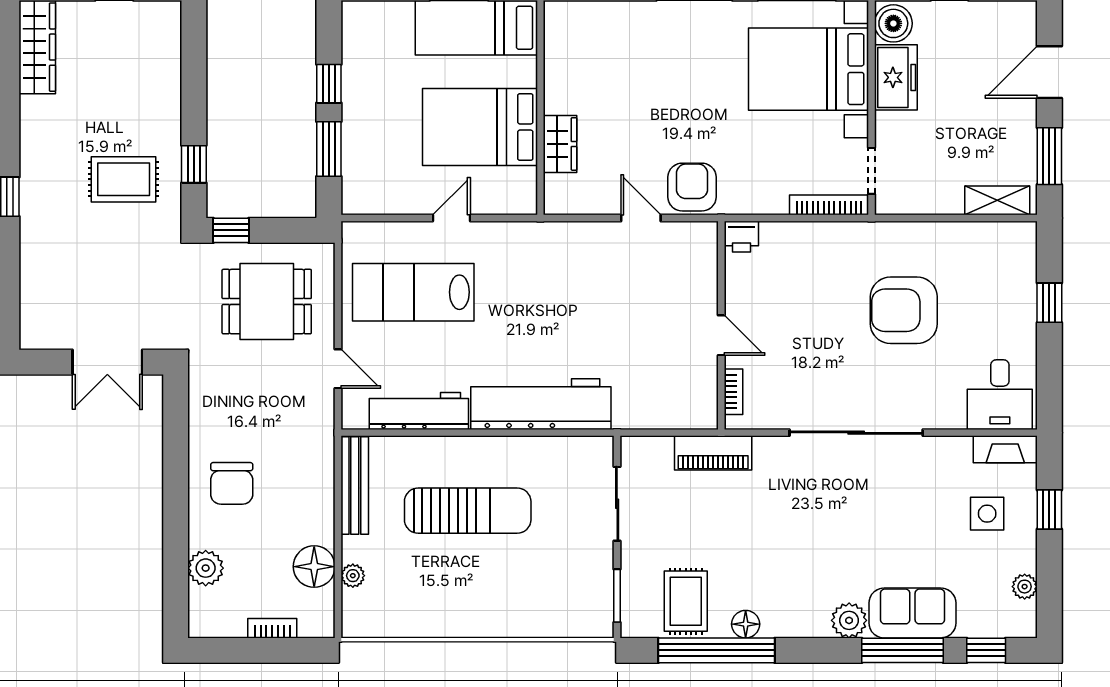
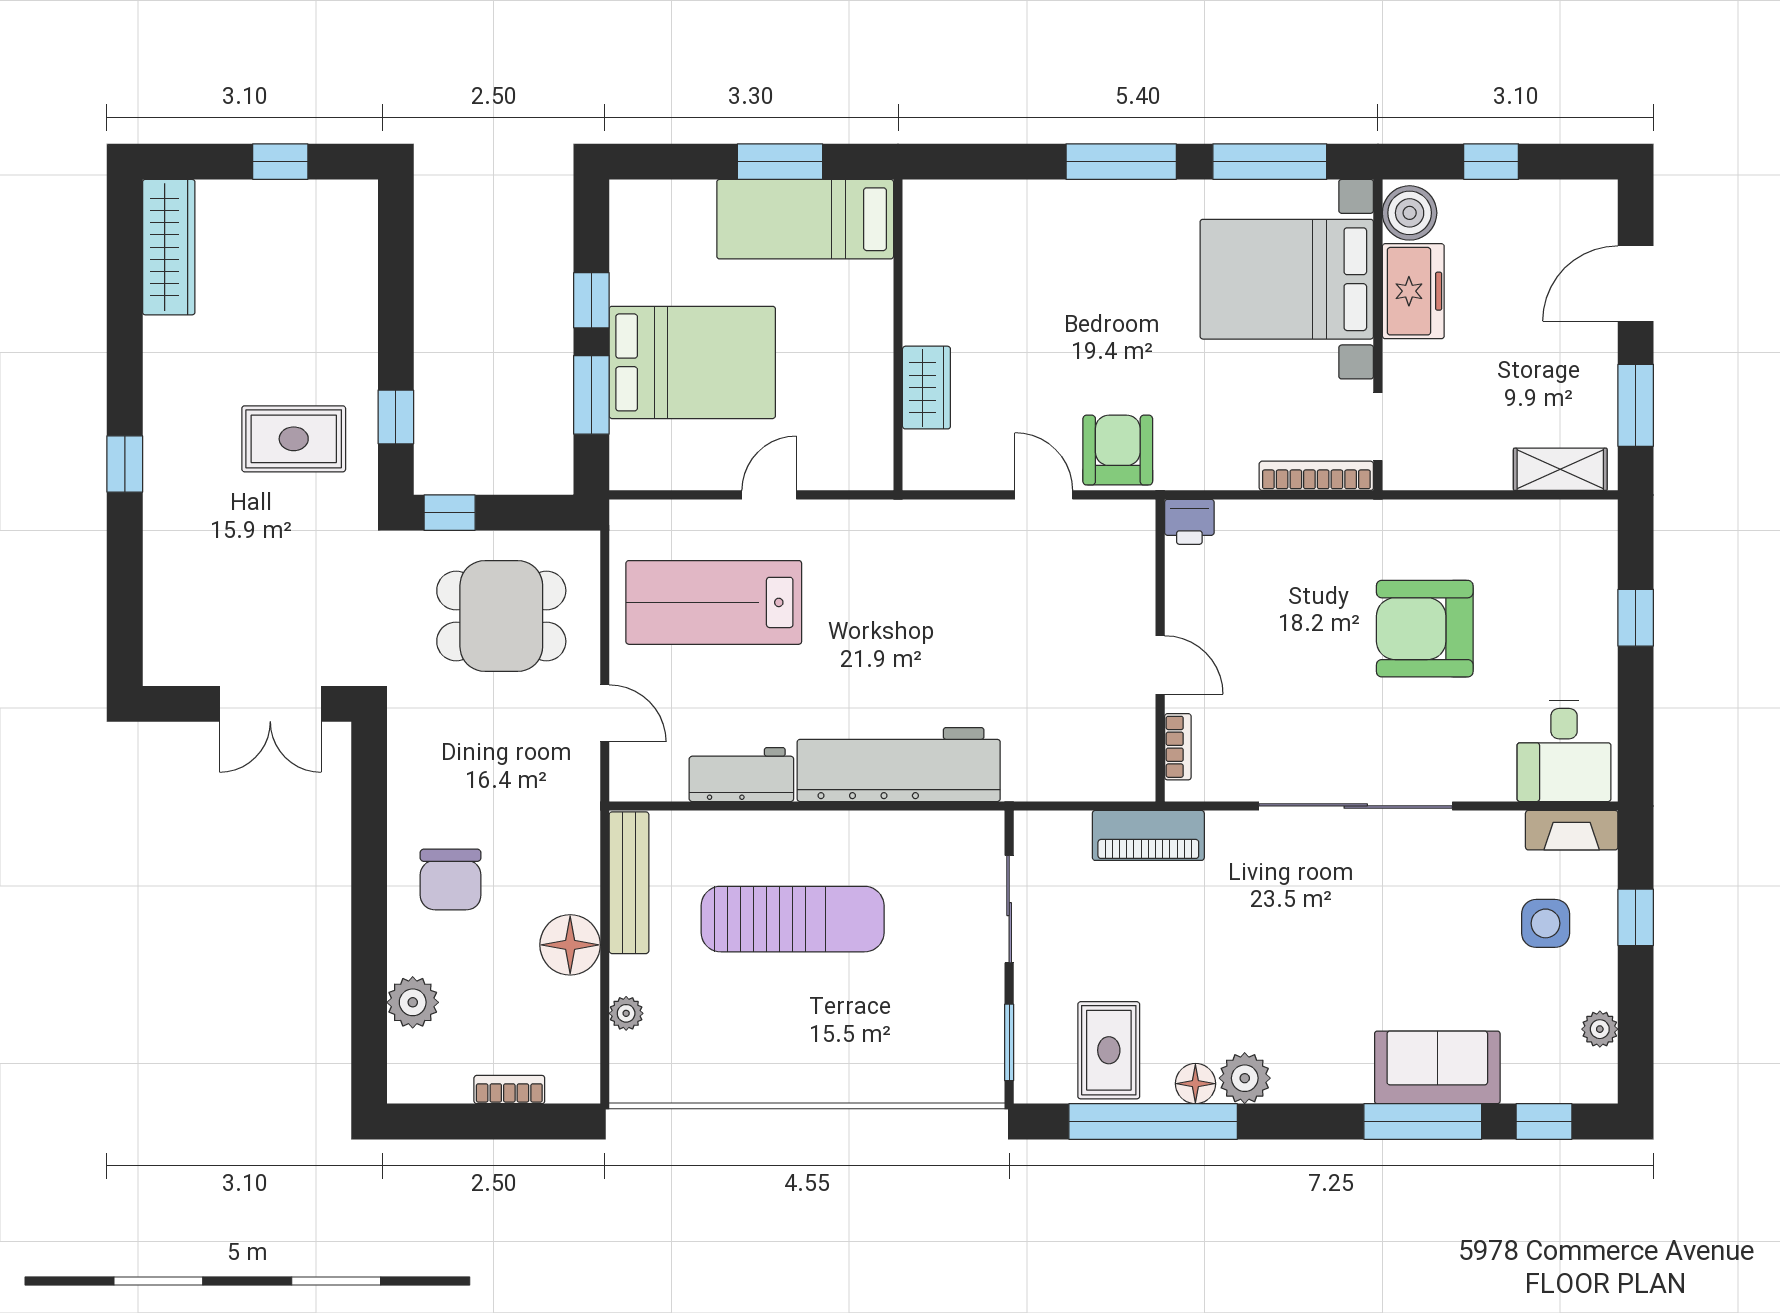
bed: (480, 127) -> (692, 362), moved, turned 180
workbench: (419, 411) -> (741, 775), width x0.73
floor lamp: (314, 567) -> (570, 945), moved
plant: (849, 620) -> (1245, 1078), moved

